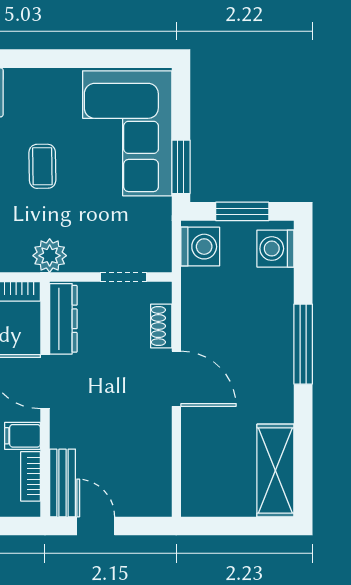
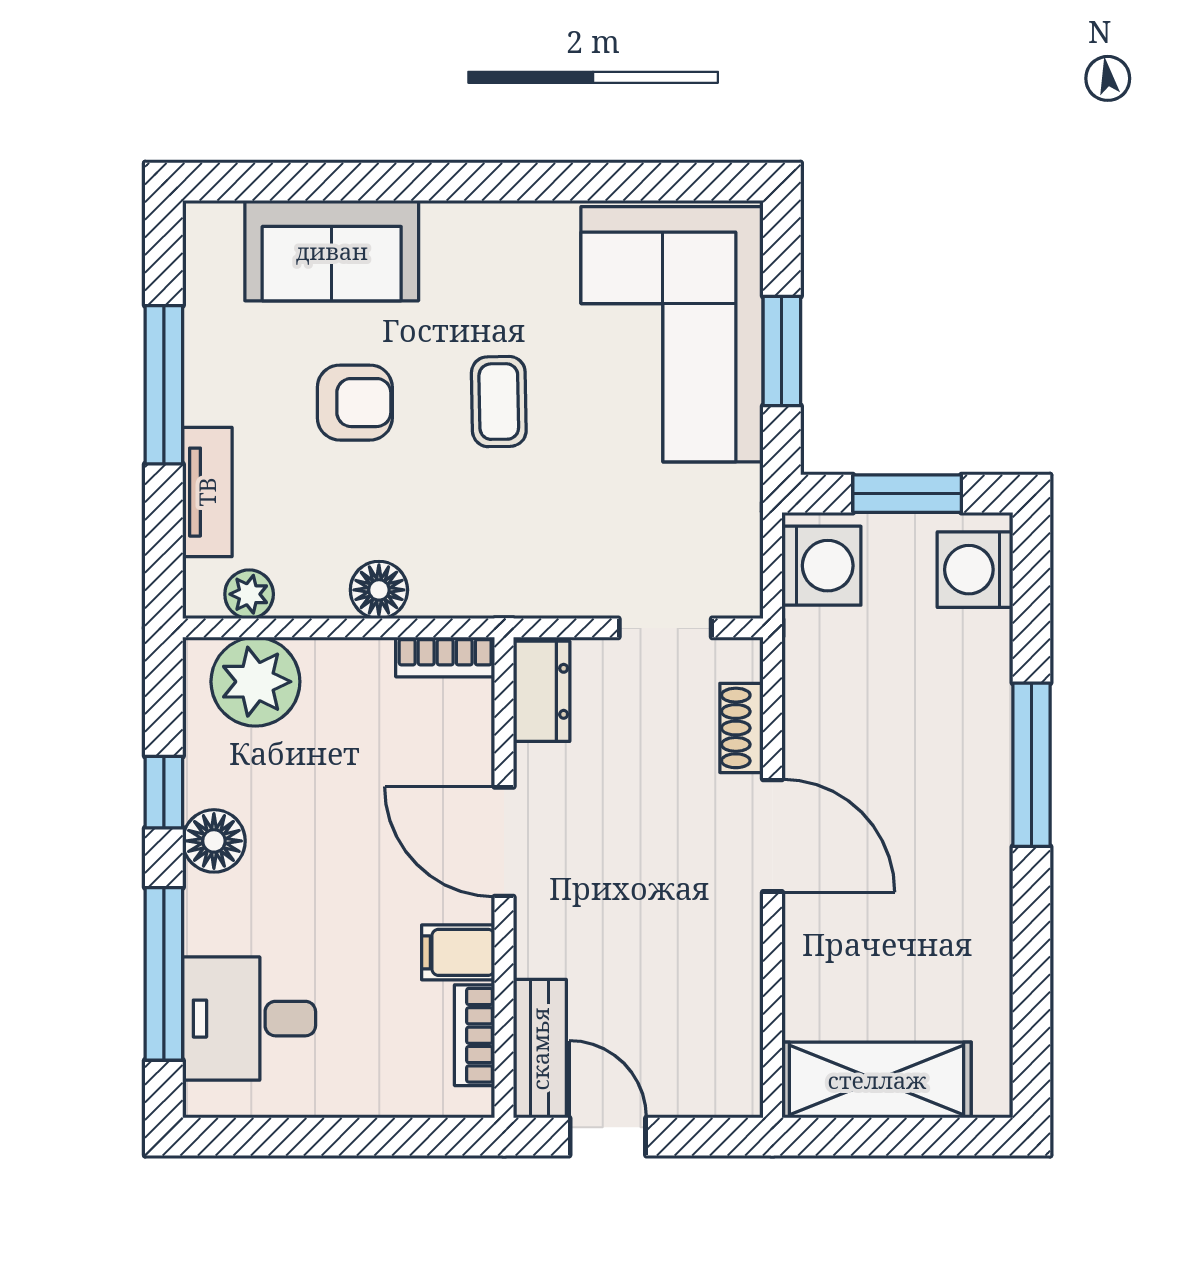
window: (181, 167) -> (782, 351), moved
plant: (50, 256) -> (514, 584), removed
dresser: (63, 319) -> (542, 691), width x0.70
shelving: (275, 471) -> (877, 1080), moved, turned 90

